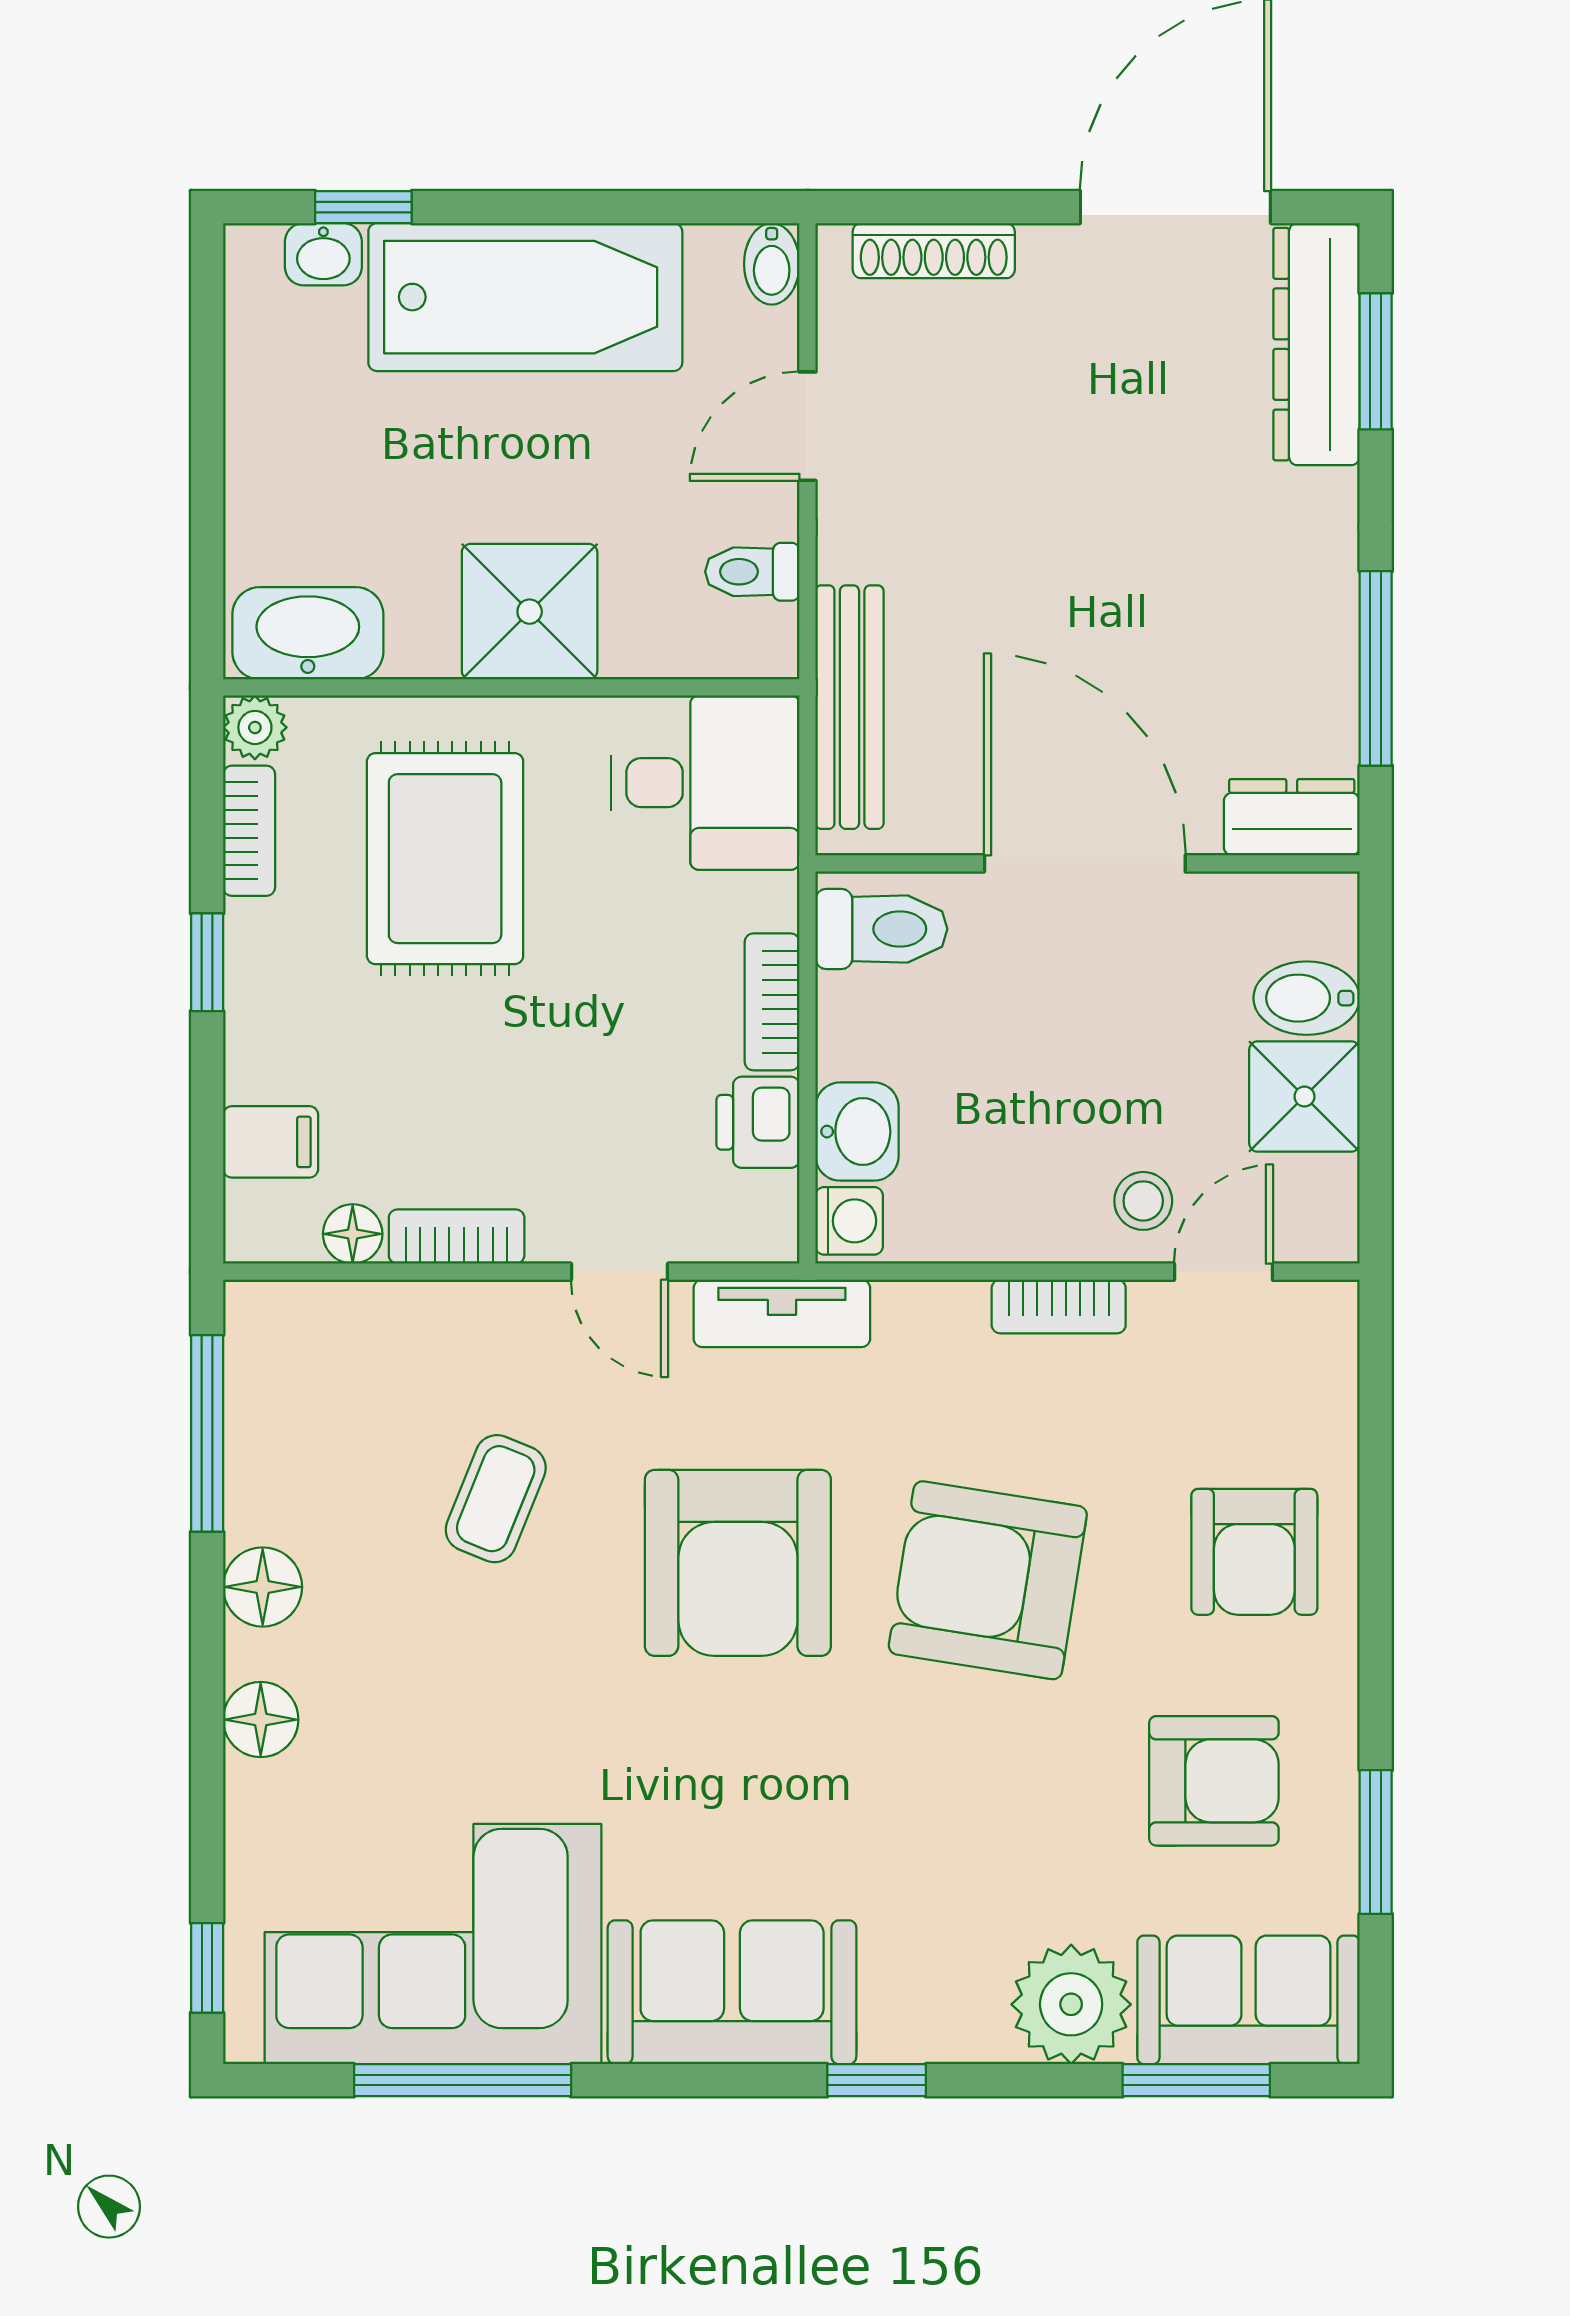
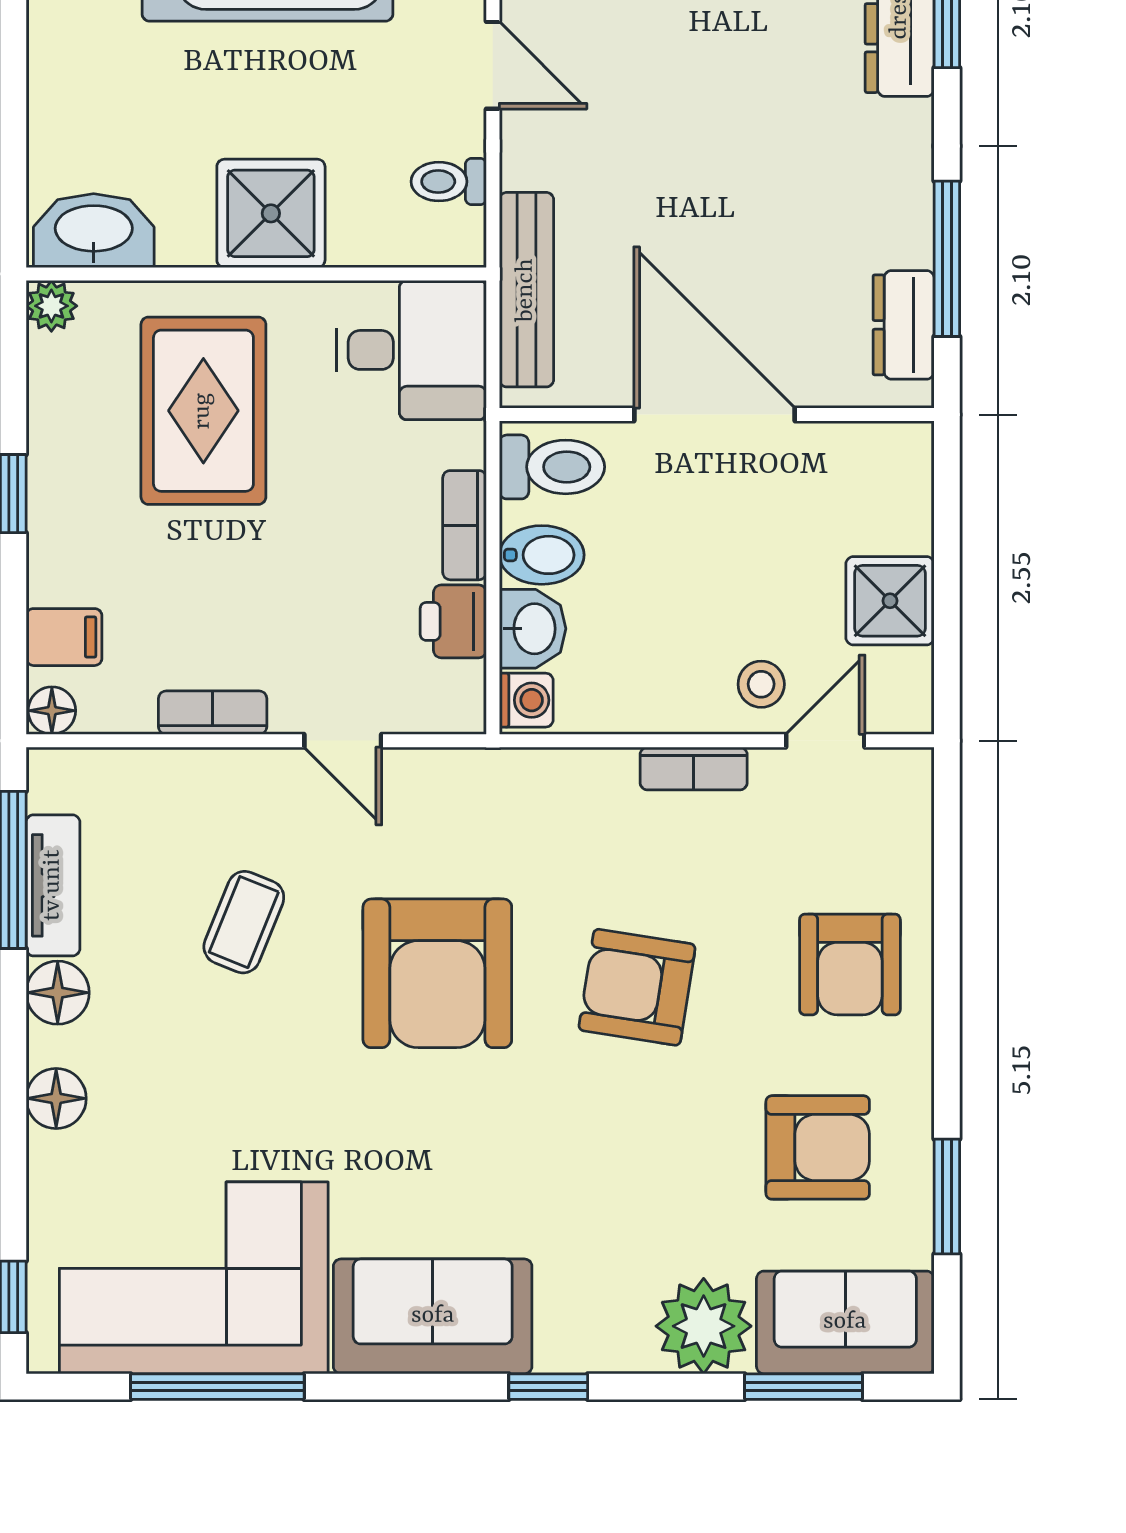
door: (807, 426) -> (493, 65), swing flipped
dresser: (1292, 817) -> (904, 325), moved, turned -90
bookcase: (249, 831) -> (47, 388), removed
bidet: (1307, 998) -> (542, 555), moved, turned 180
floor lamp: (353, 1234) -> (52, 711), moved
tv unit: (782, 1313) -> (53, 885), moved, turned -90
armchair: (988, 1580) -> (637, 987), width x0.73, depth x0.73

